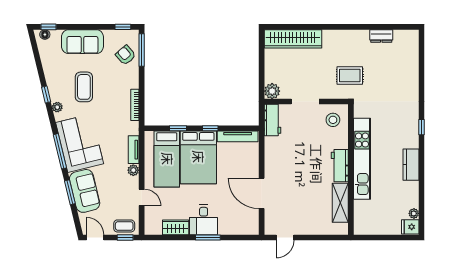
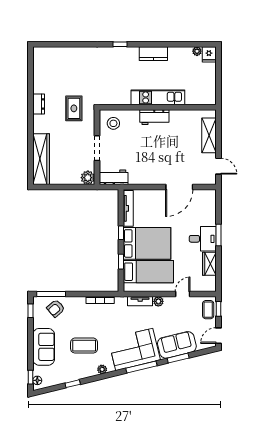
dresser: (381, 36) -> (39, 104), moved
window: (46, 94) -> (73, 384), moved
kitchen unit: (362, 159) -> (158, 97), width x0.73
shelving: (340, 203) -> (209, 135), moved, turned 90

